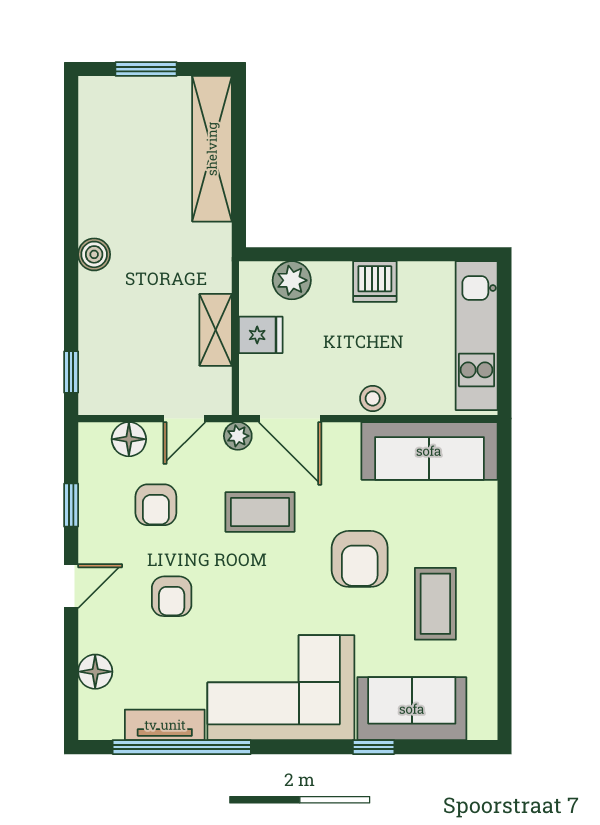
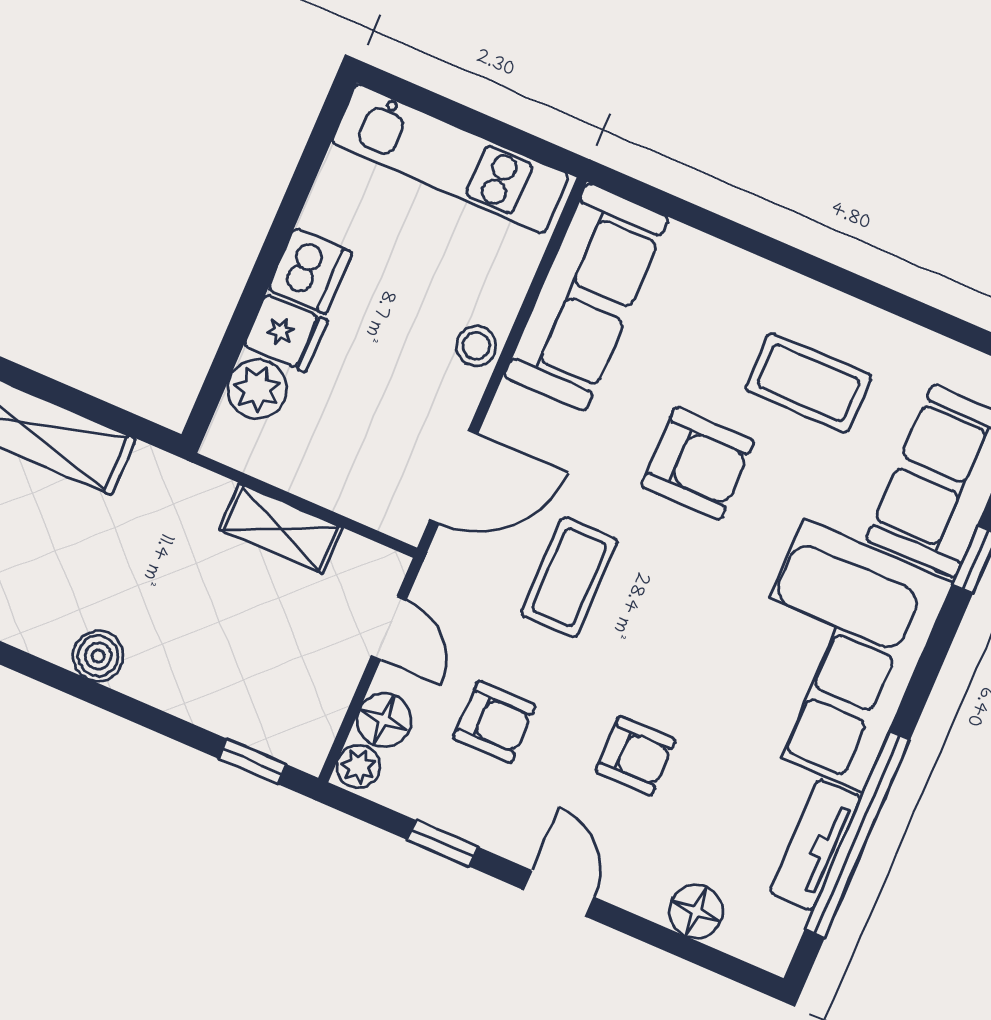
fridge: (261, 335) -> (286, 333), moved, turned 90
plant: (238, 436) -> (359, 766), moved

